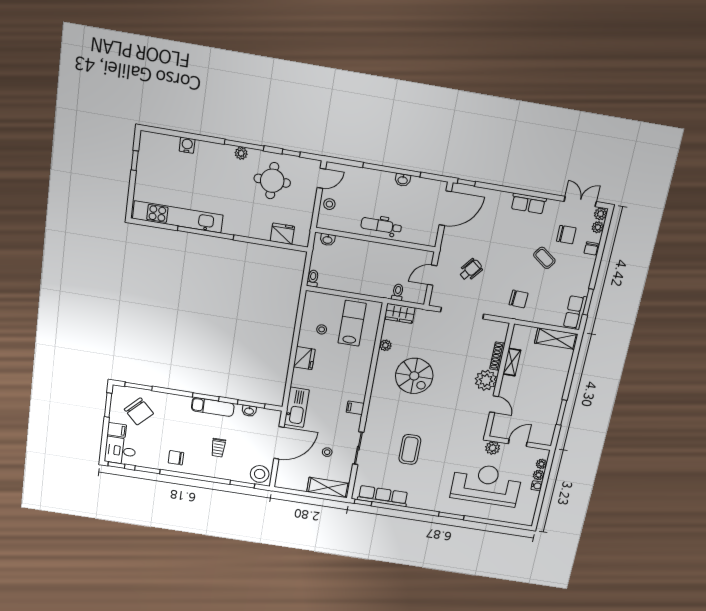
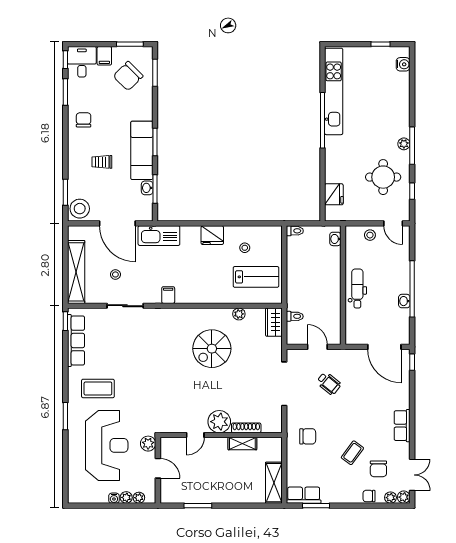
water cooler: (187, 145) -> (403, 64), moved
chair: (518, 299) -> (308, 436), turned -93
exam couch: (213, 407) -> (142, 150), width x1.36, depth x1.45
coffee table: (410, 449) -> (98, 388), moved
shelving: (328, 488) -> (76, 272), width x1.47

